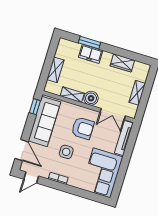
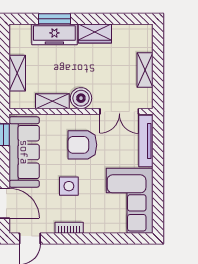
freezer: (91, 54) -> (54, 34), width x1.40
wardrobe: (122, 63) -> (95, 34), moved
armchair: (83, 128) -> (82, 145), turned 180

